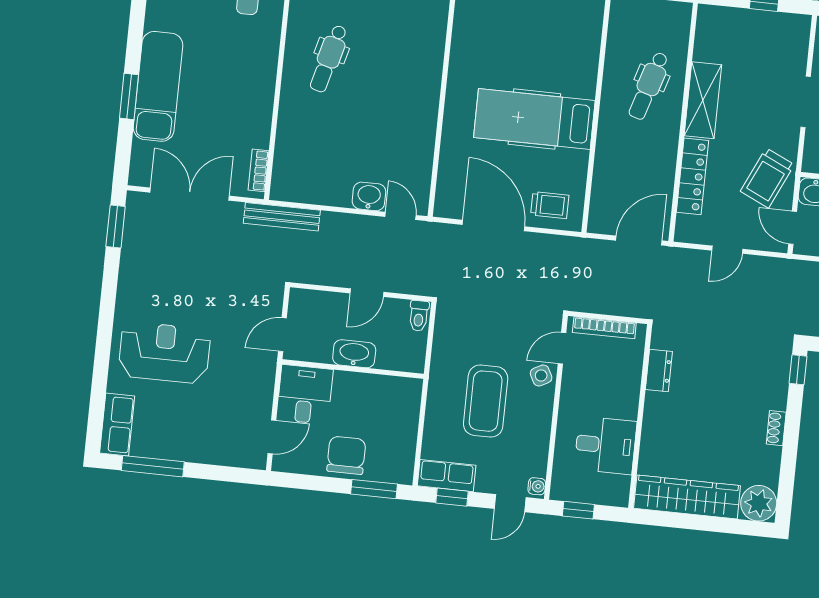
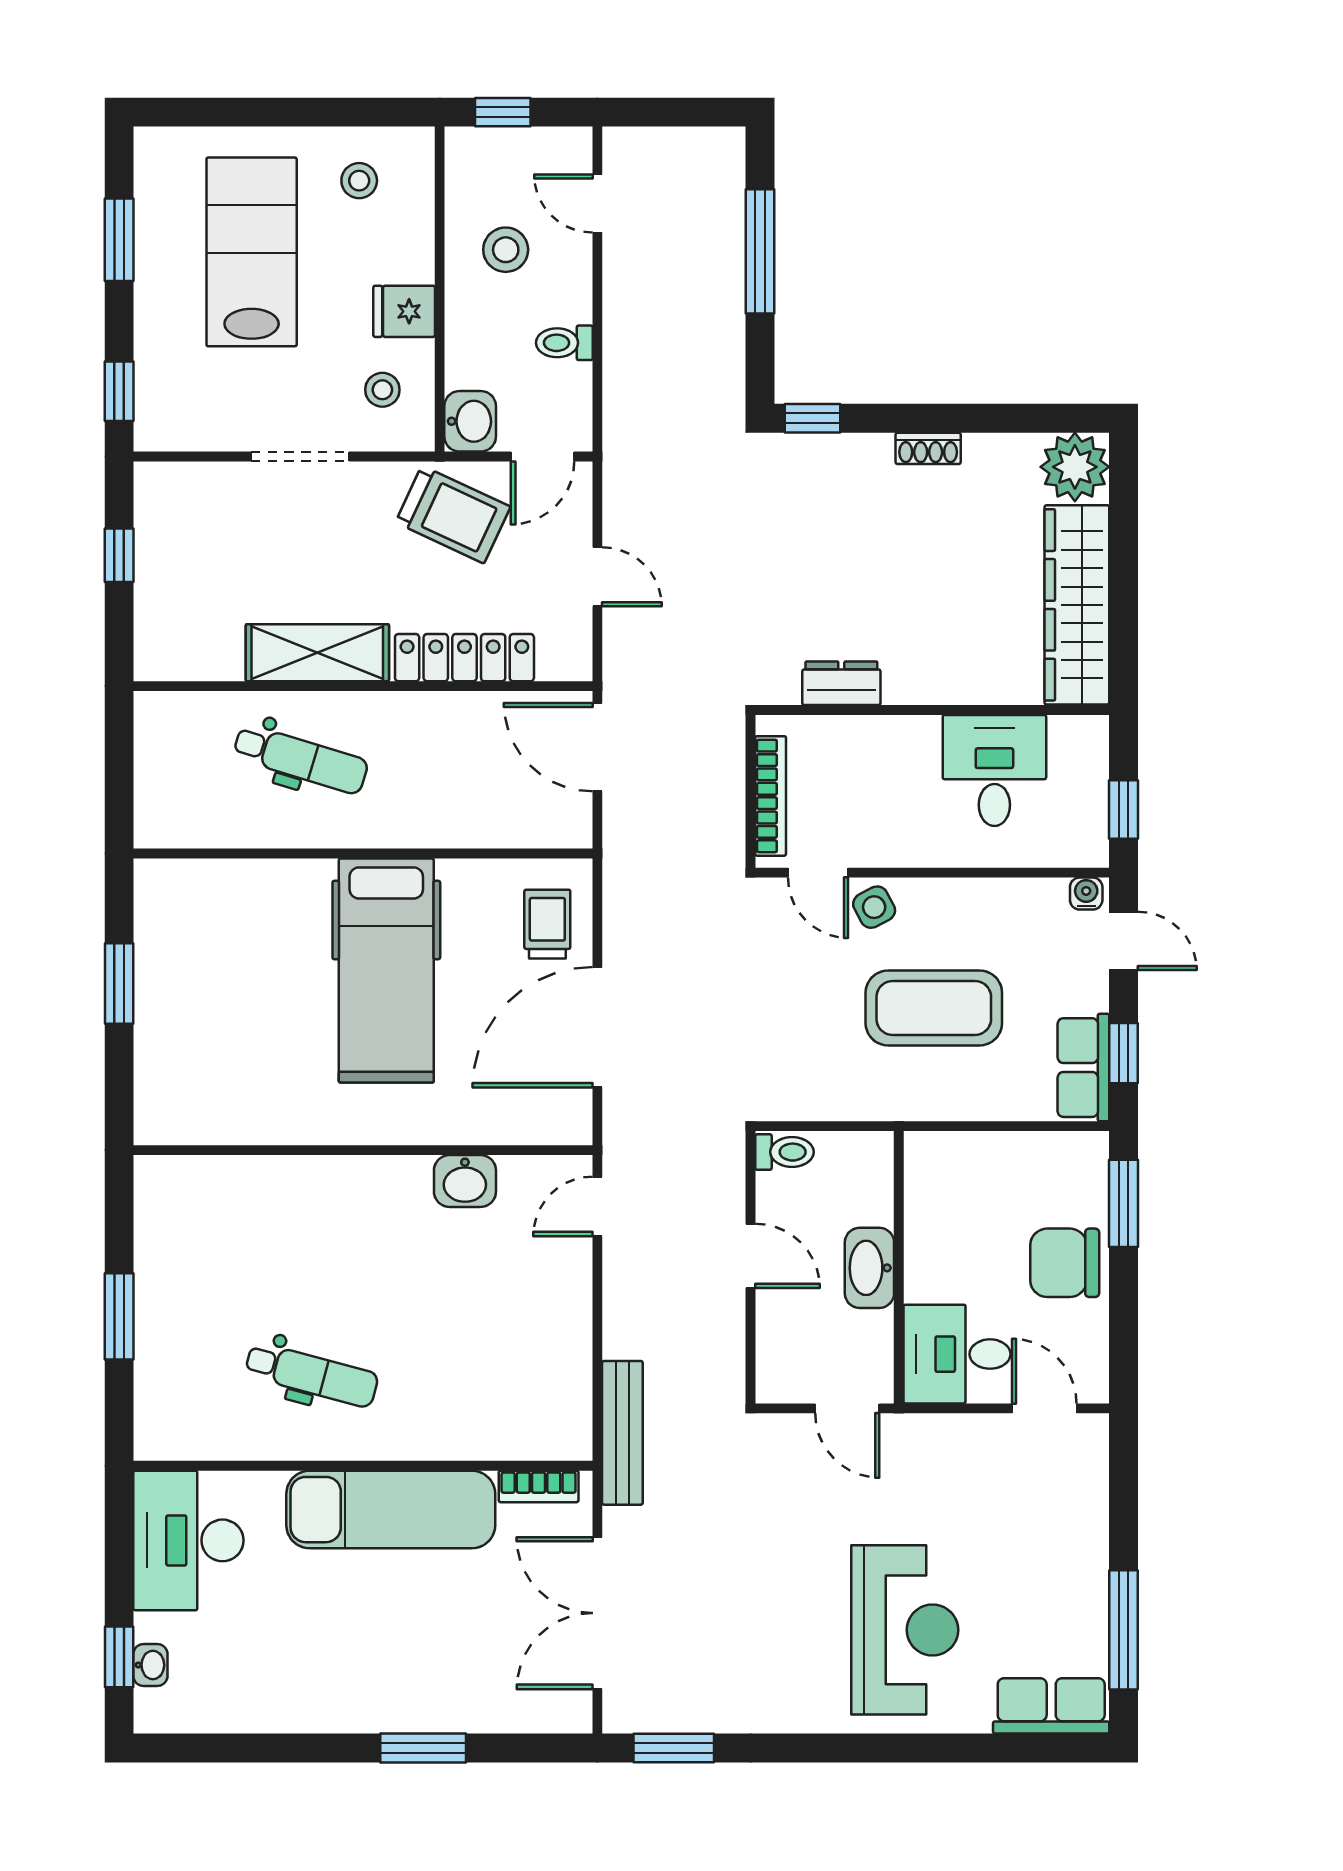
exam couch: (158, 86) -> (391, 1510), moved, turned 180
washbasin: (369, 196) -> (465, 1181), moved, turned -90
reception desk: (164, 353) -> (905, 1630), turned 180

